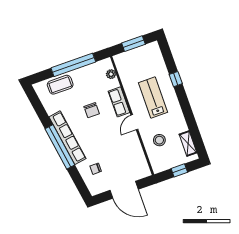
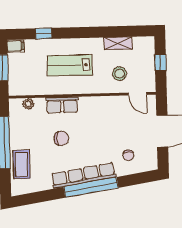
filing cabinet: (154, 49) -> (15, 46), added
window: (176, 79) -> (44, 34), moved
door: (134, 122) -> (138, 94), moved
shelving: (188, 143) -> (118, 43), moved

